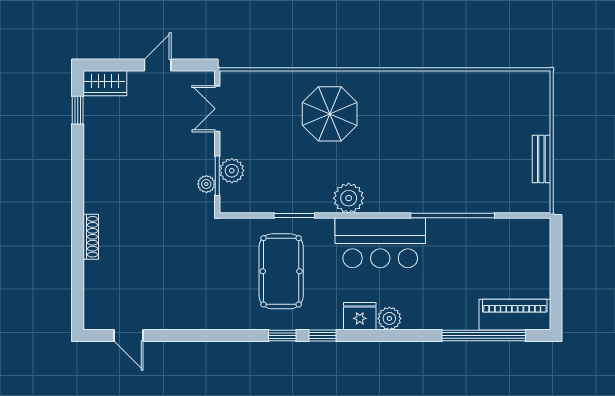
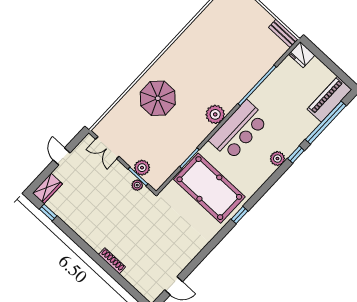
bench: (541, 159) -> (283, 33), moved
plant: (349, 198) -> (215, 114), moved
pool table: (281, 271) -> (209, 188), width x1.36, depth x1.32
fridge: (360, 316) -> (302, 55), moved, turned -90
window: (322, 336) -> (296, 155), moved

